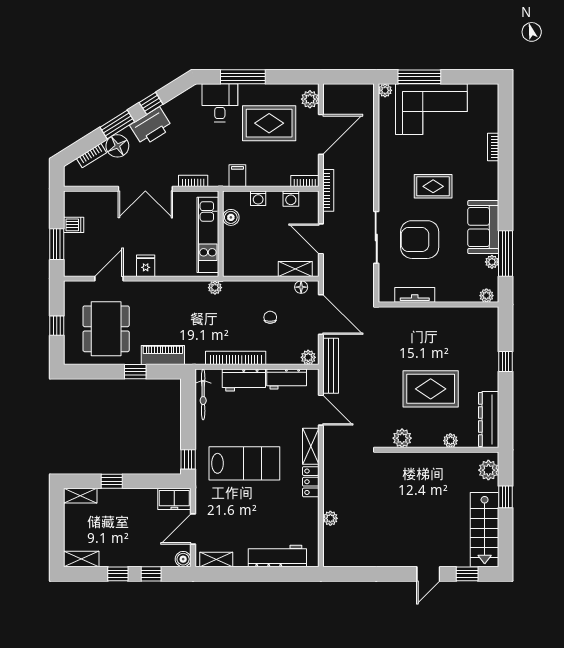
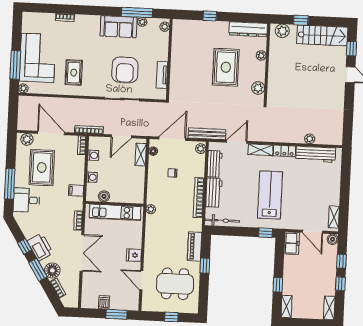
rug: (433, 186) -> (74, 73), moved
workbench: (277, 556) -> (316, 154), moved, turned -90

